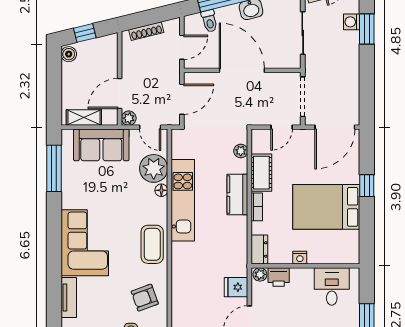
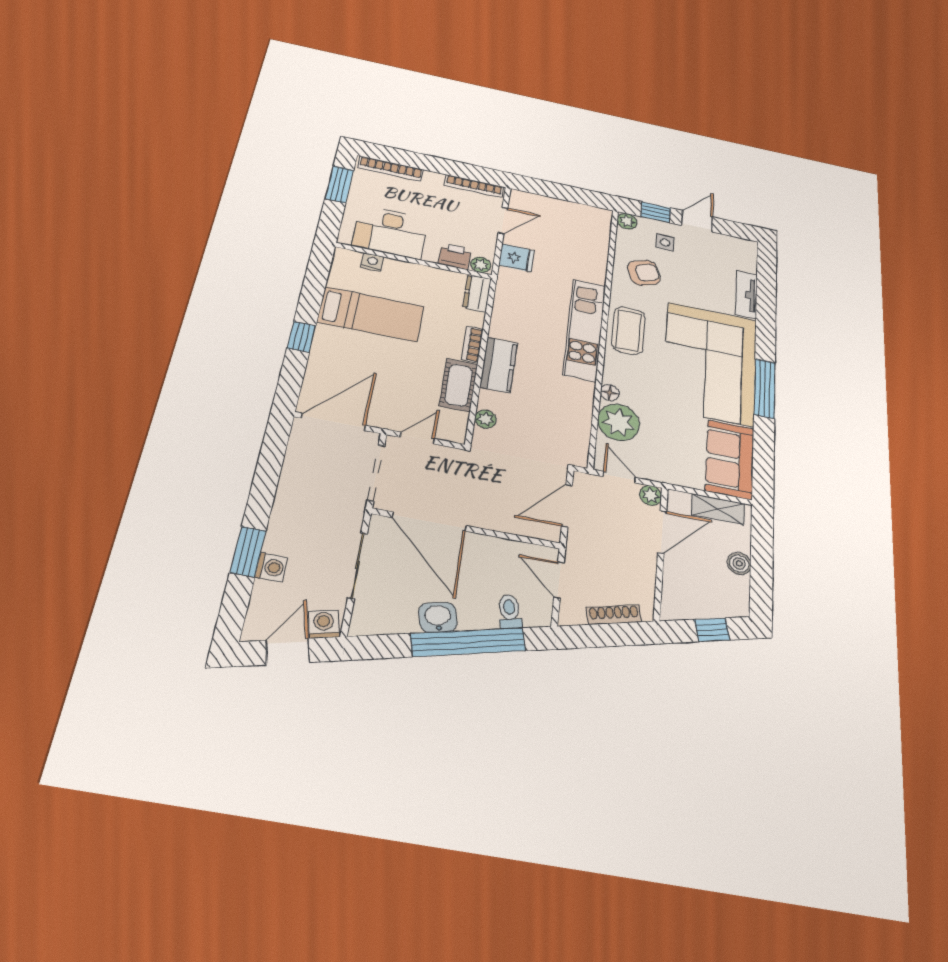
door: (182, 47) -> (559, 580), hinge flipped
boiler: (69, 54) -> (739, 563), moved
door: (242, 70) -> (429, 522), moved
sofa: (101, 145) -> (730, 459), moved, turned -90
window: (54, 168) -> (765, 389), moved
kitchen unit: (183, 200) -> (585, 330), moved
bed: (326, 207) -> (371, 314), width x0.67
corner sofa: (85, 243) -> (710, 363), width x1.36, depth x1.36
nightstand: (300, 258) -> (372, 262), moved
desk: (332, 286) -> (390, 232), width x1.37

